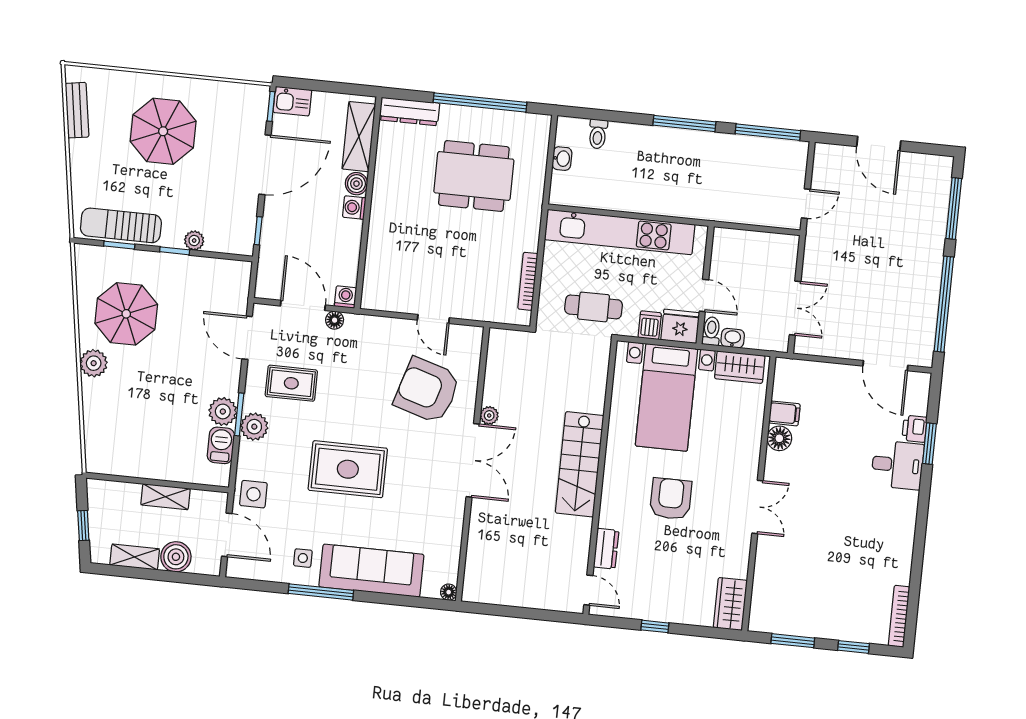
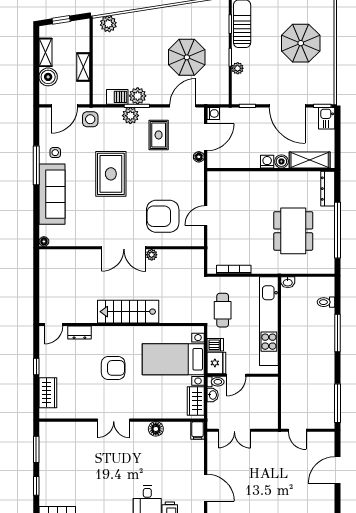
window: (684, 124) -> (337, 333), moved
washbasin: (562, 159) -> (288, 282), moved
washing machine: (346, 297) -> (213, 113), moved
parasol: (126, 314) -> (187, 57), moved
plant: (94, 363) -> (108, 24), moved
door: (885, 366) -> (206, 488), swing flipped
armchair: (427, 390) -> (163, 216), turned -107
filing cabinet: (784, 413) -> (198, 430), moved
wardrobe: (730, 604) -> (48, 393), moved, turned 90

